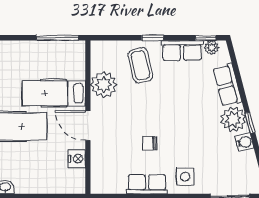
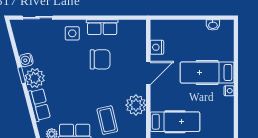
hospital bed: (54, 93) -> (175, 122), moved
door: (88, 126) -> (148, 73), hinge flipped
chair: (150, 143) -> (100, 59), width x1.87, depth x1.87

